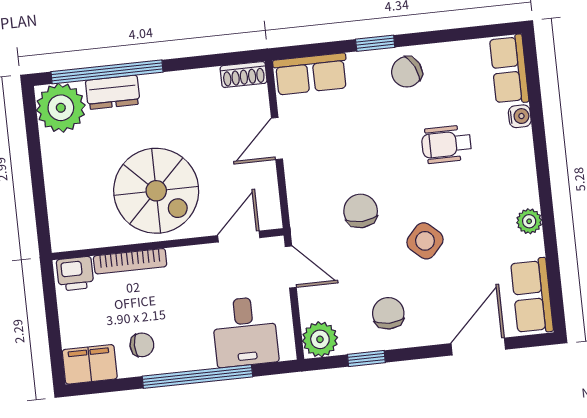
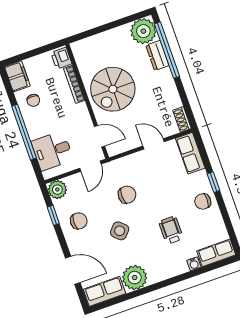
chair: (407, 72) -> (203, 201), turned -64
plant: (529, 221) -> (135, 278), width x1.87, depth x1.87

